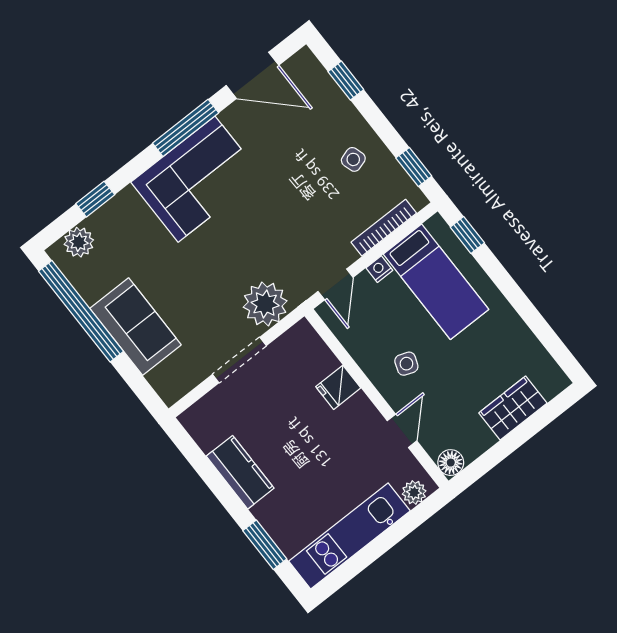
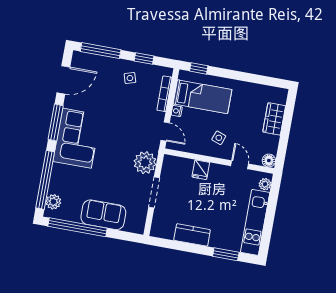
window: (346, 81) -> (101, 51), width x2.17
window: (414, 167) -> (144, 58), moved
window: (95, 199) -> (45, 180), width x3.17

